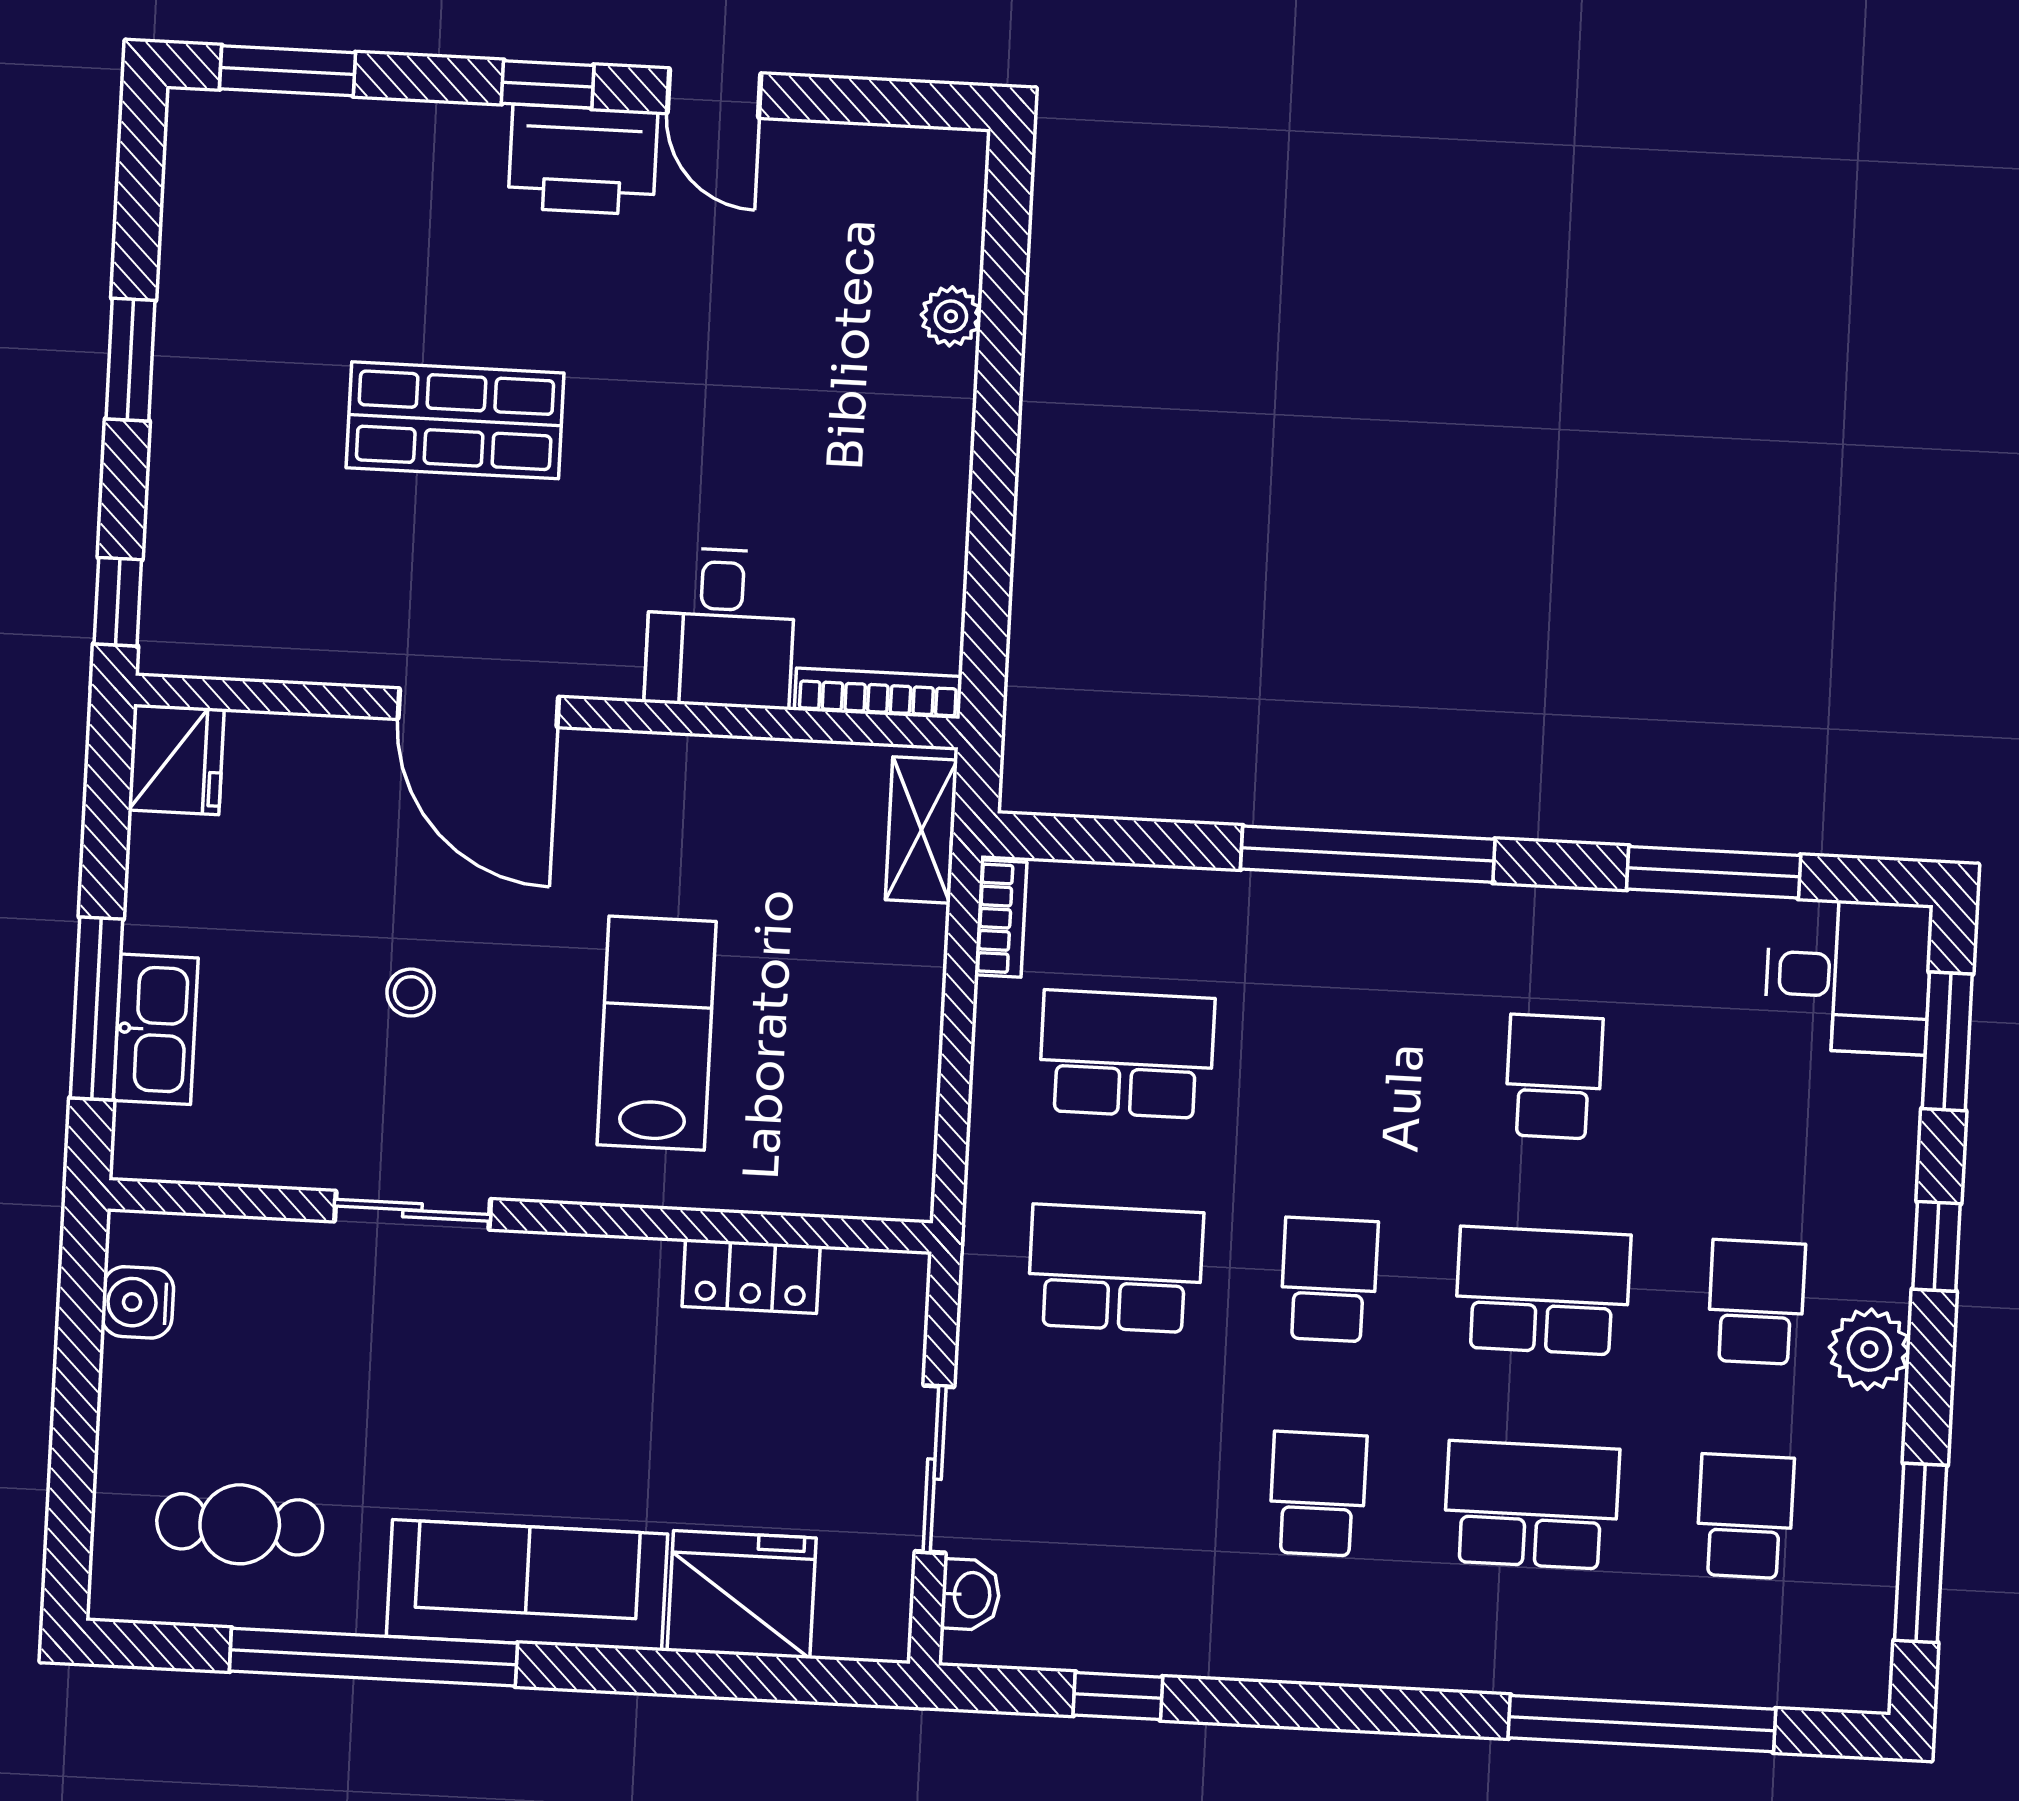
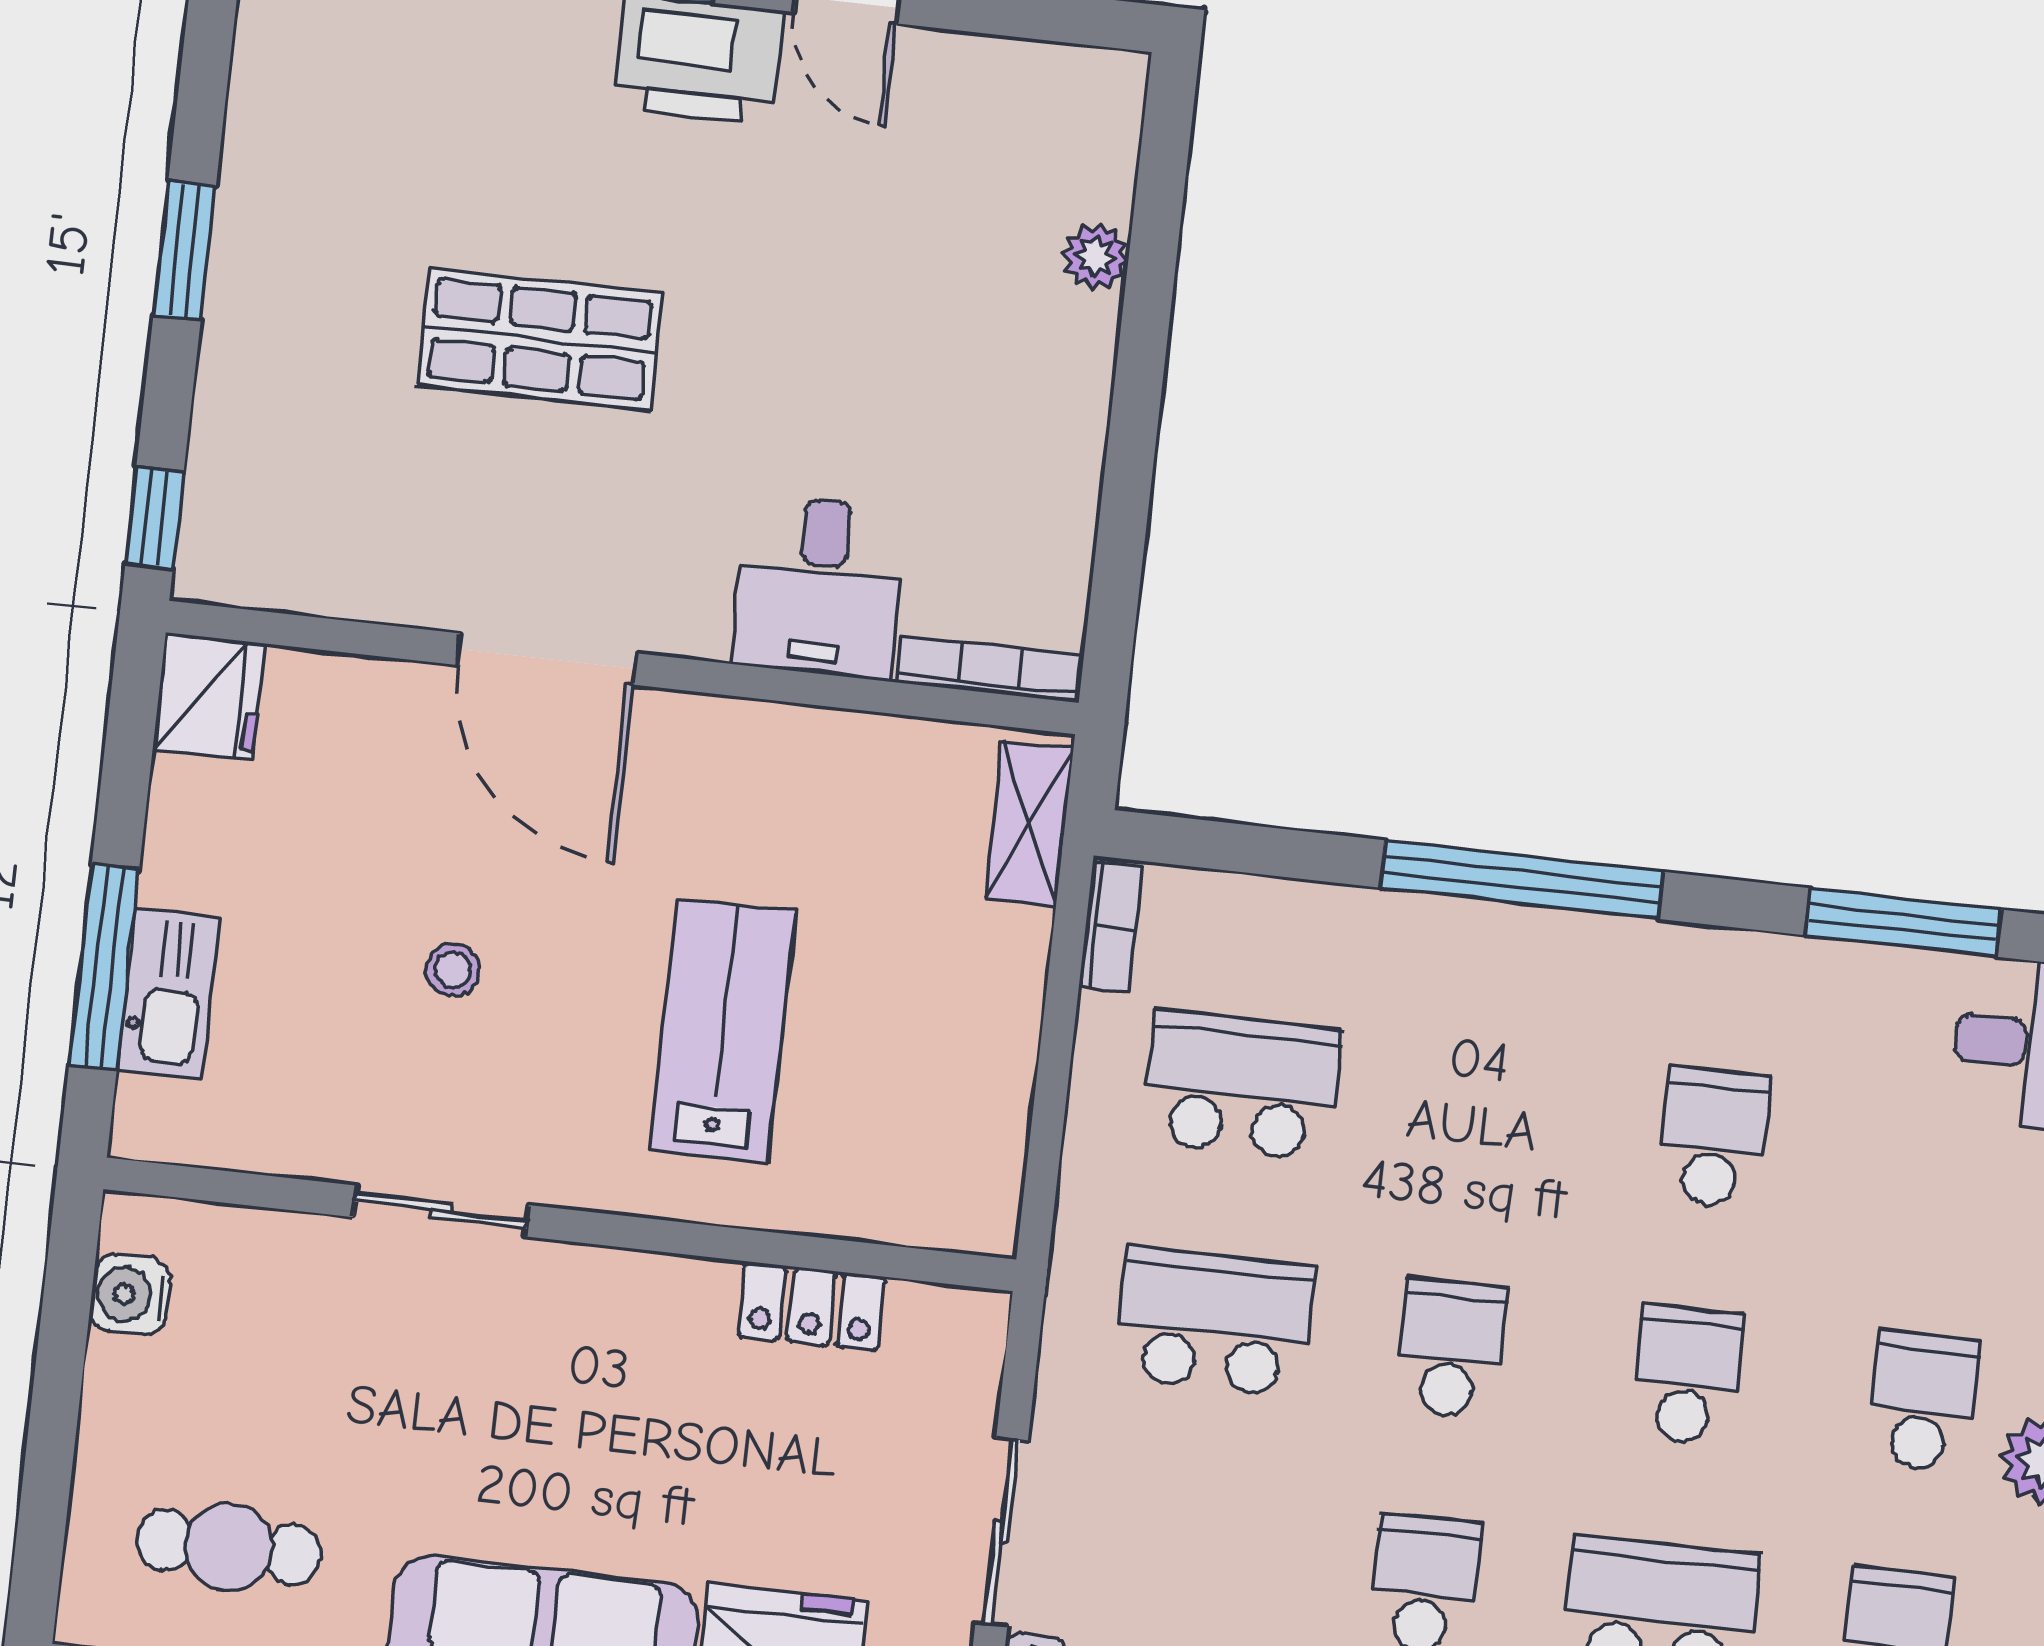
school desk: (1543, 1291) -> (1687, 1375), width x0.54

